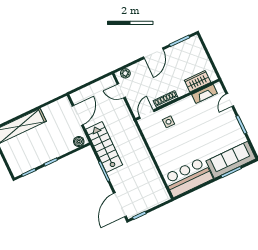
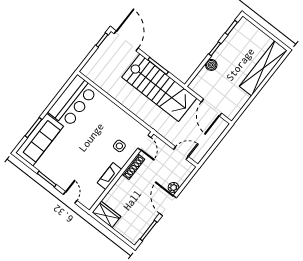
plant: (125, 73) -> (173, 188), moved
wardrobe: (198, 81) -> (106, 214), moved, turned -90
fireplace: (205, 94) -> (109, 176), moved
boiler: (79, 142) -> (211, 65), moved
stairs: (104, 147) -> (159, 88), width x1.36, depth x1.51

